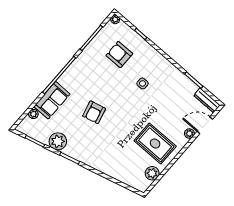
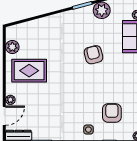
armchair: (119, 55) -> (112, 113), turned -90
side table: (142, 83) -> (88, 130), moved

